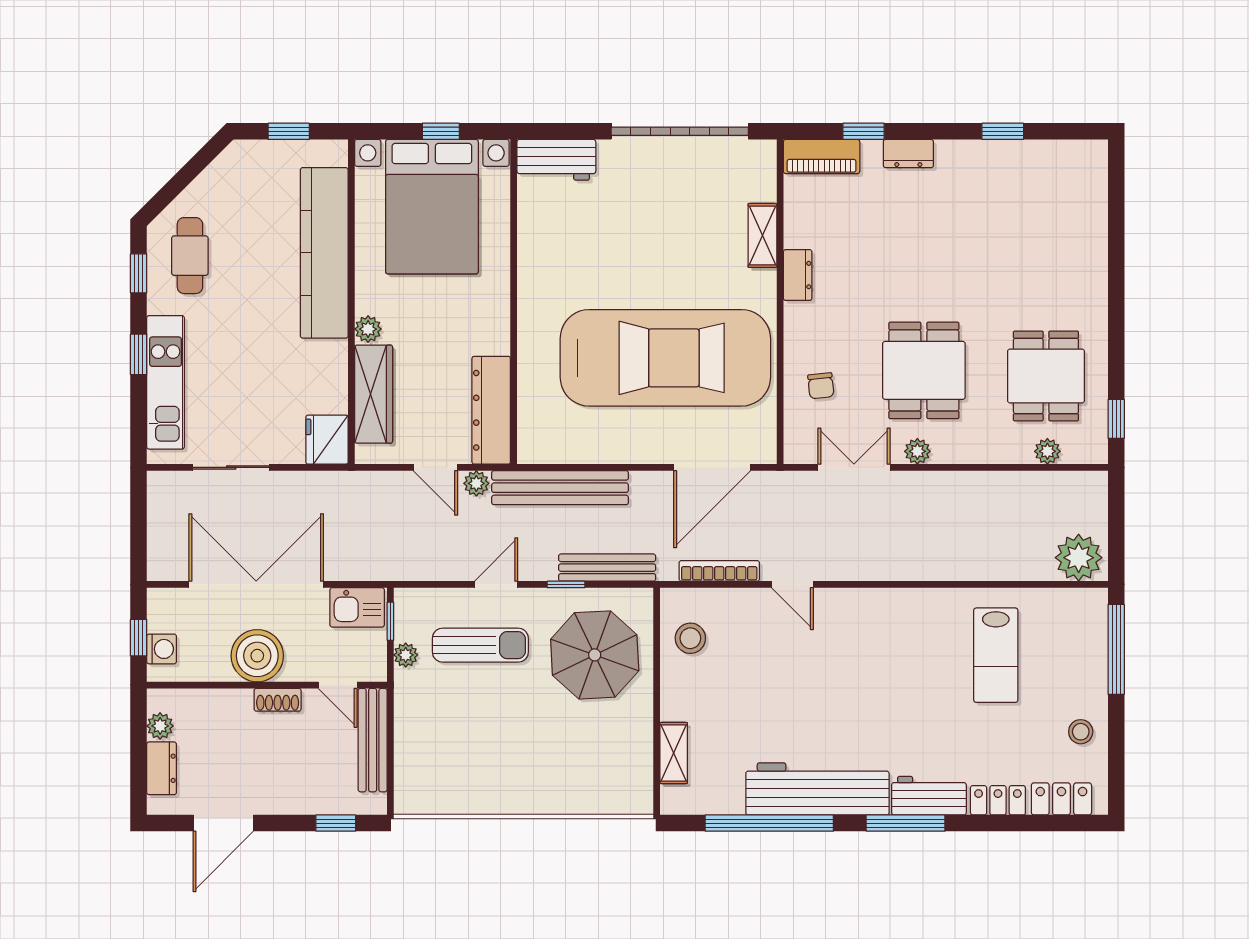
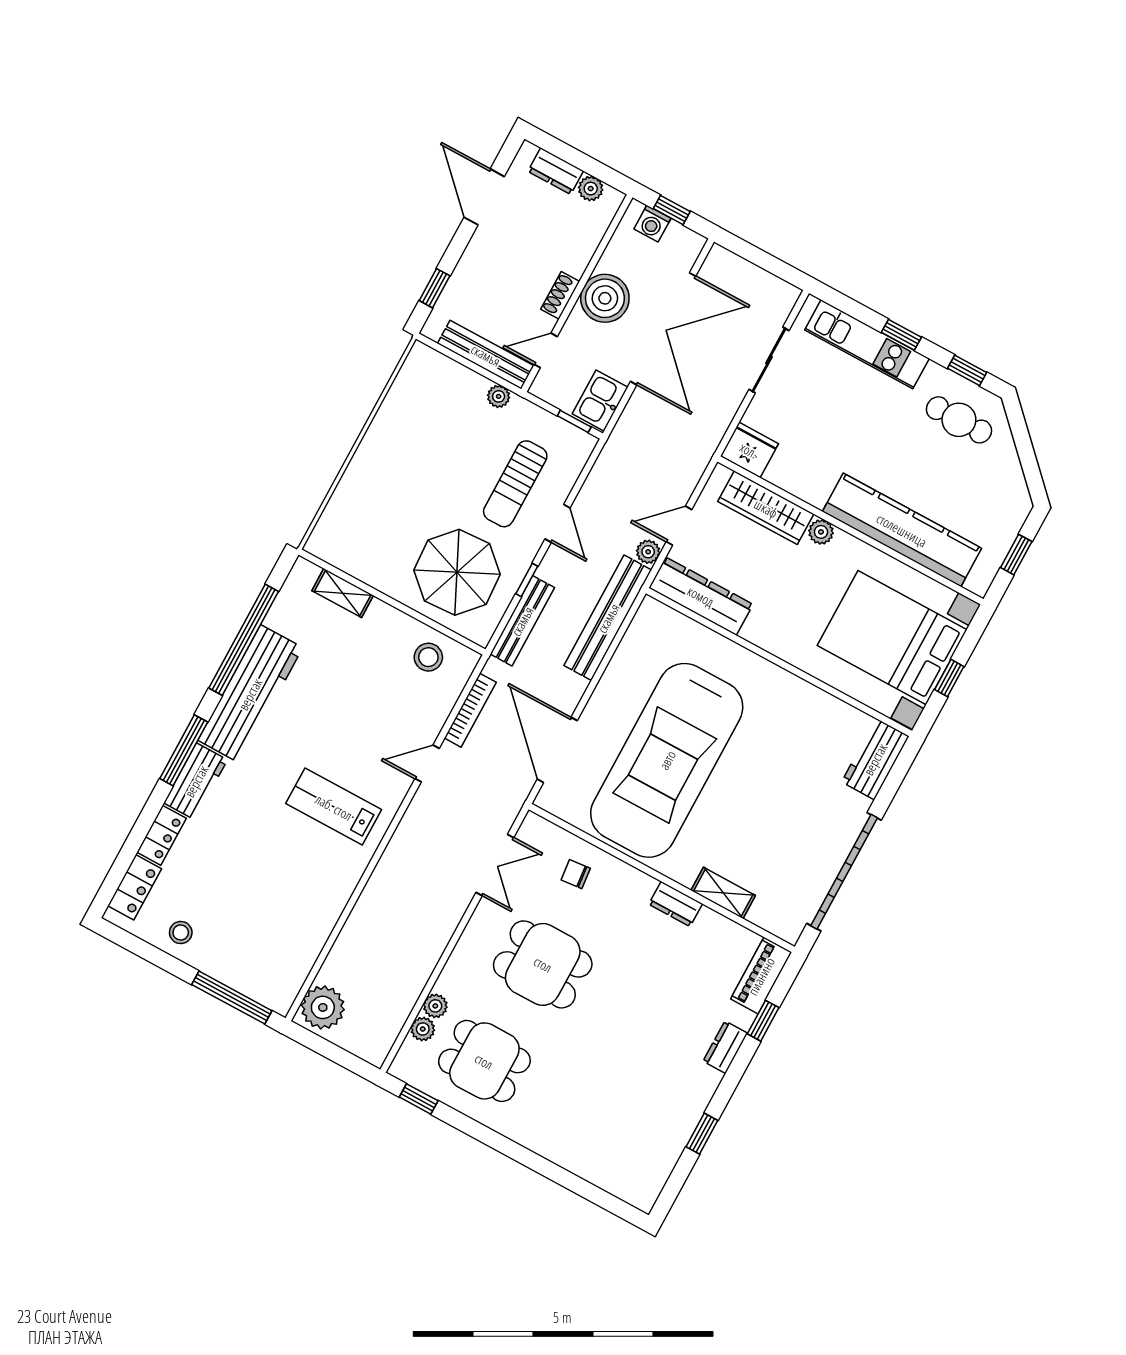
plant: (917, 451) -> (435, 1006), moved
plant: (406, 655) -> (499, 396), moved
lab bench: (996, 655) -> (334, 807), moved

